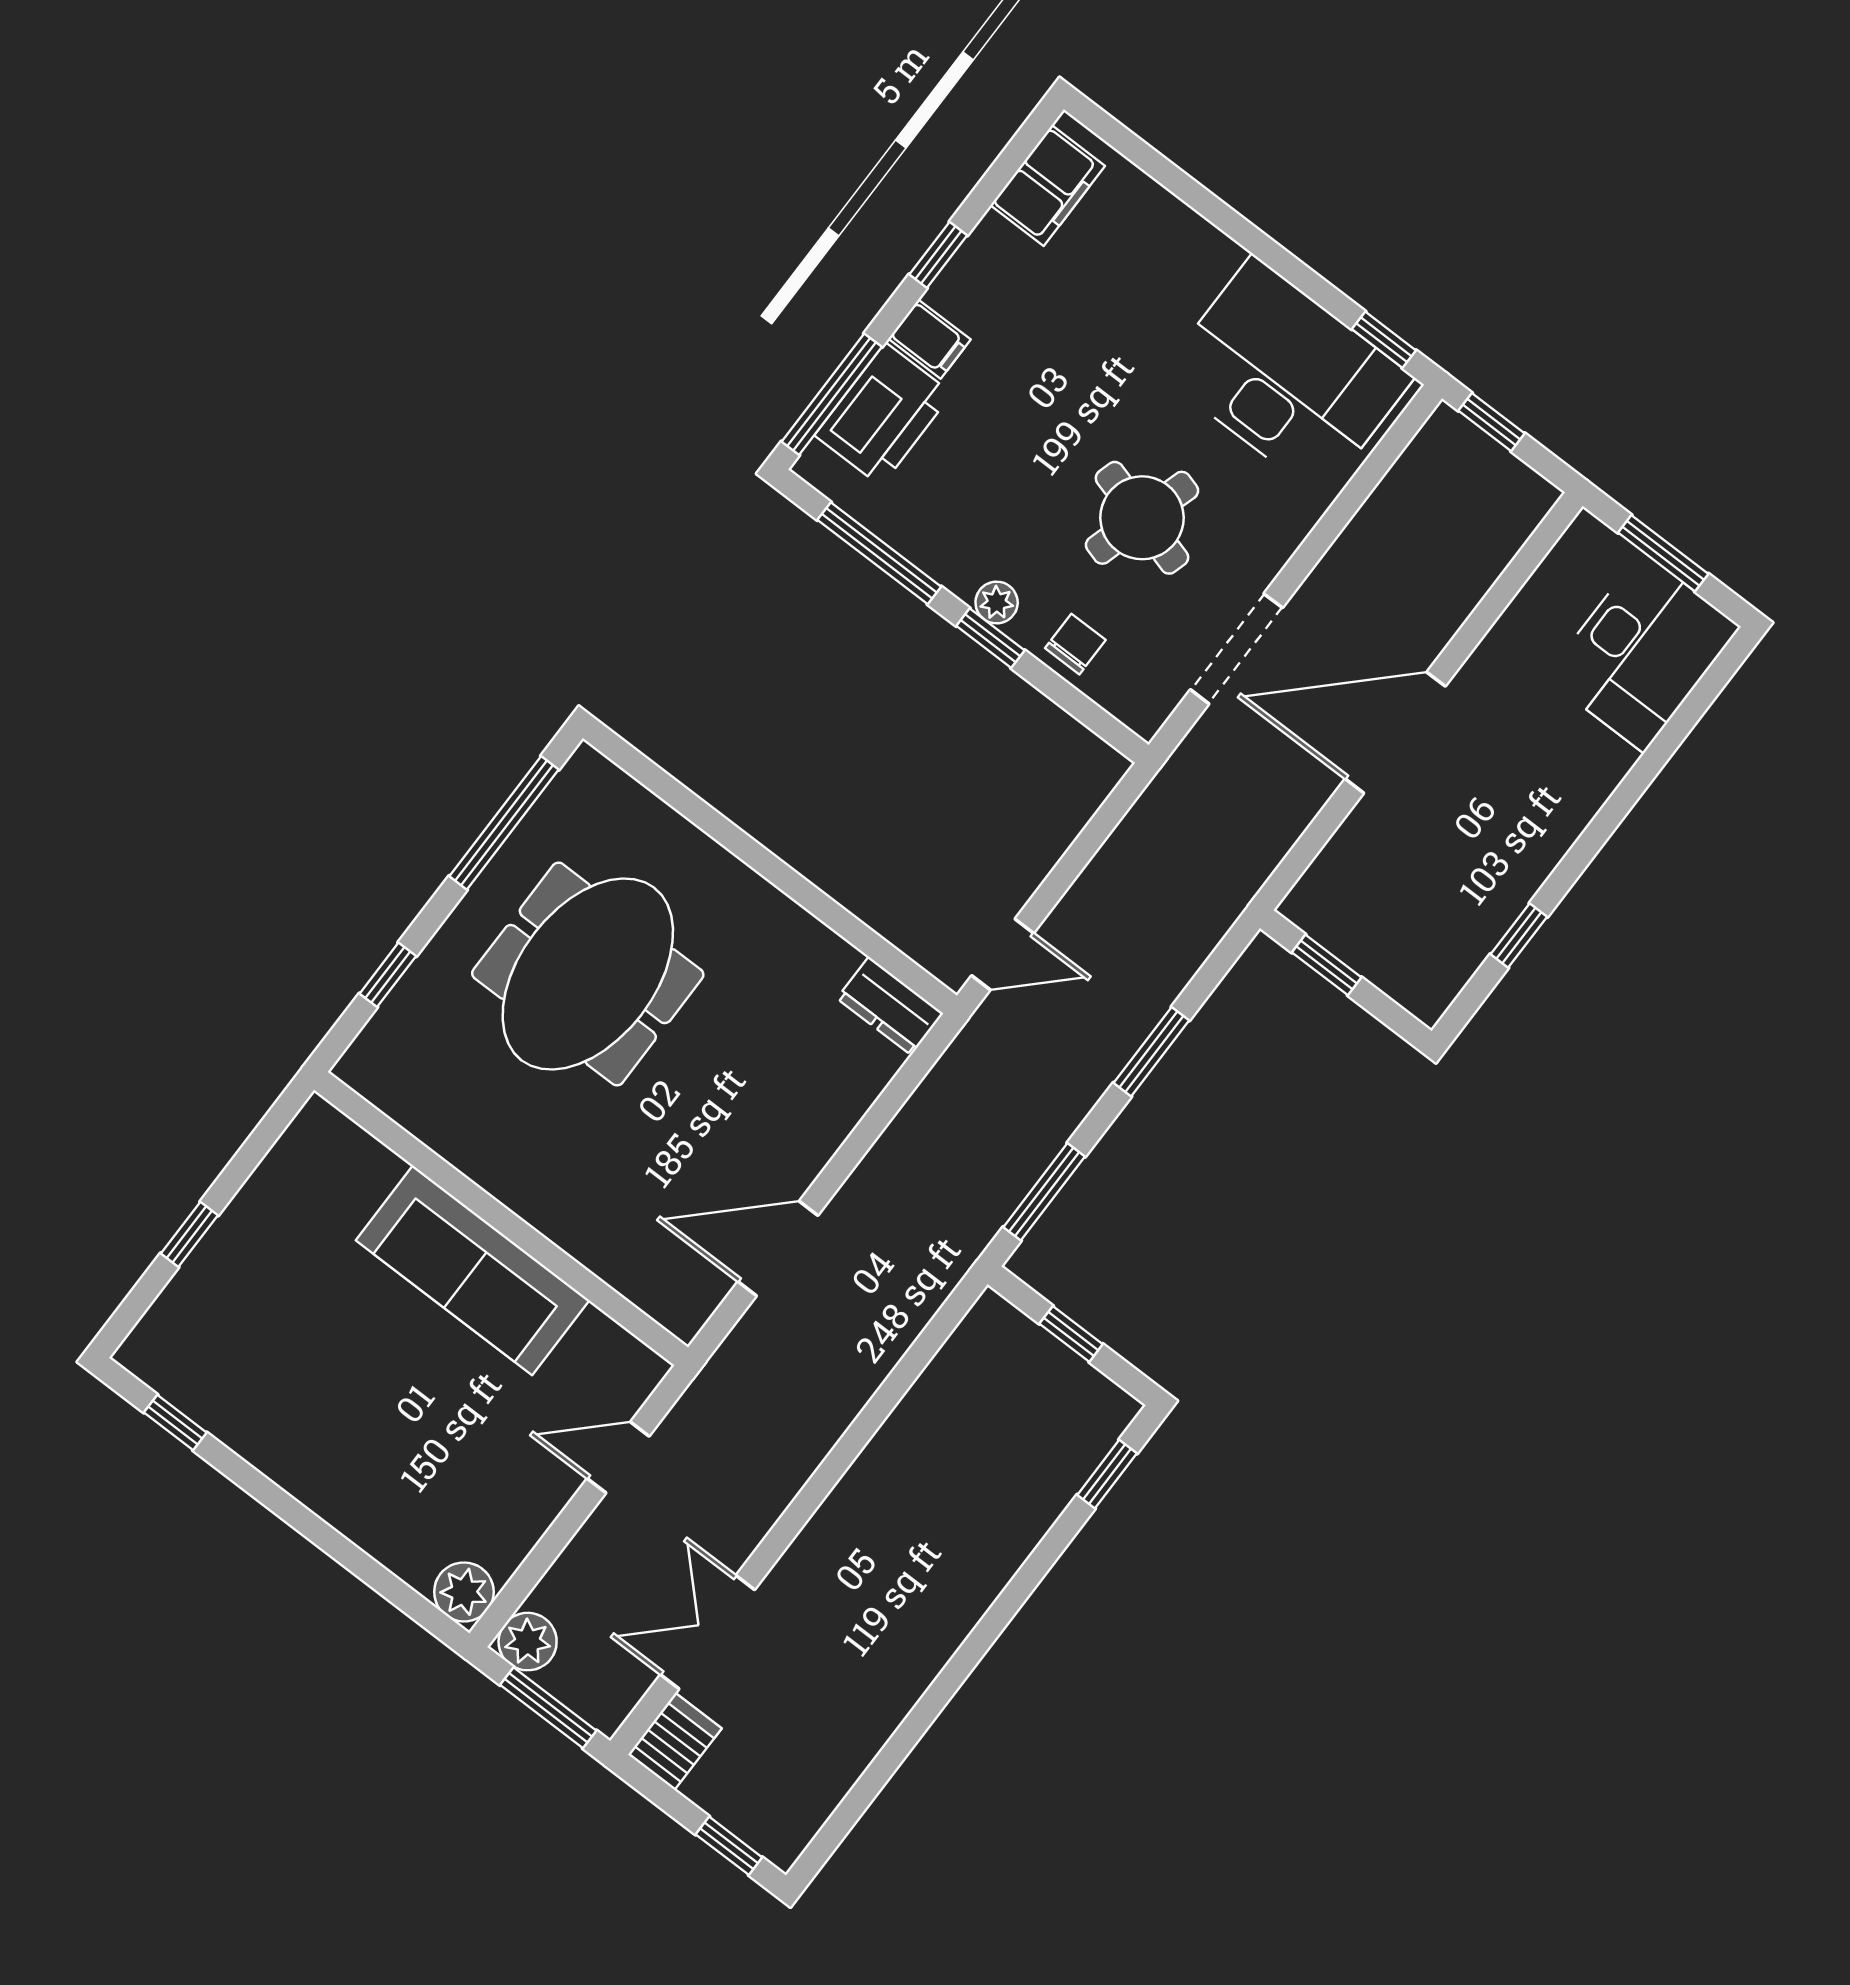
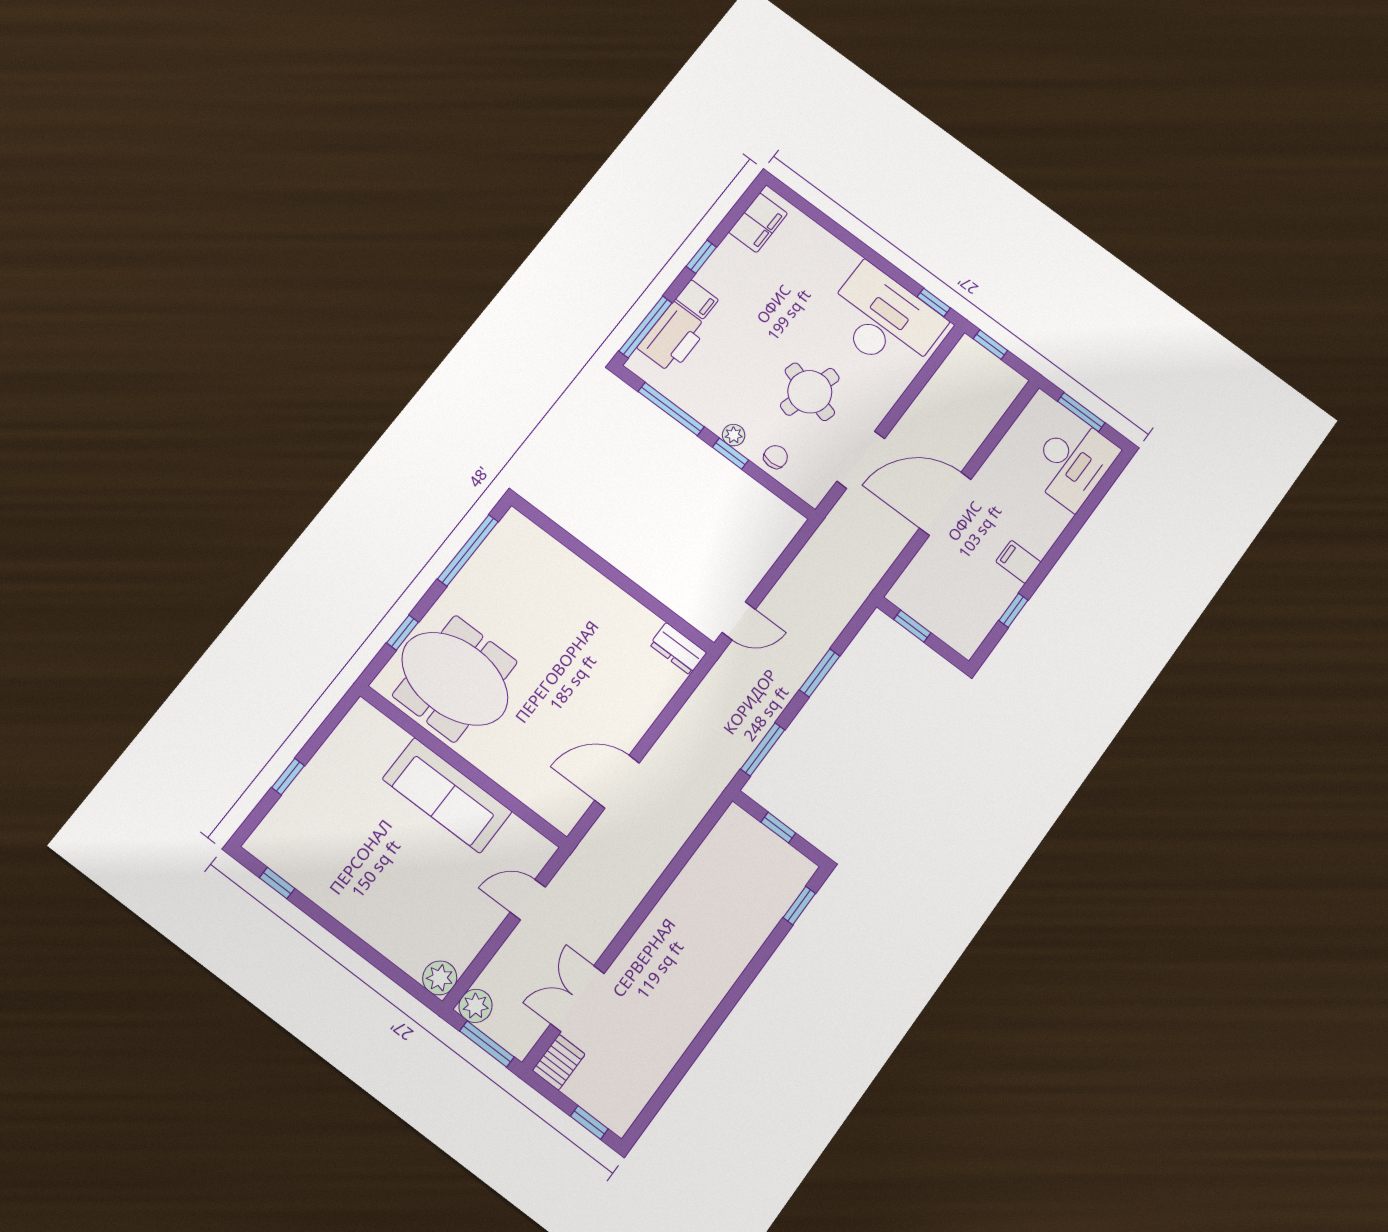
filing cabinet: (1531, 843) -> (1018, 562), added
meeting table: (588, 974) -> (455, 679), moved, turned 90

